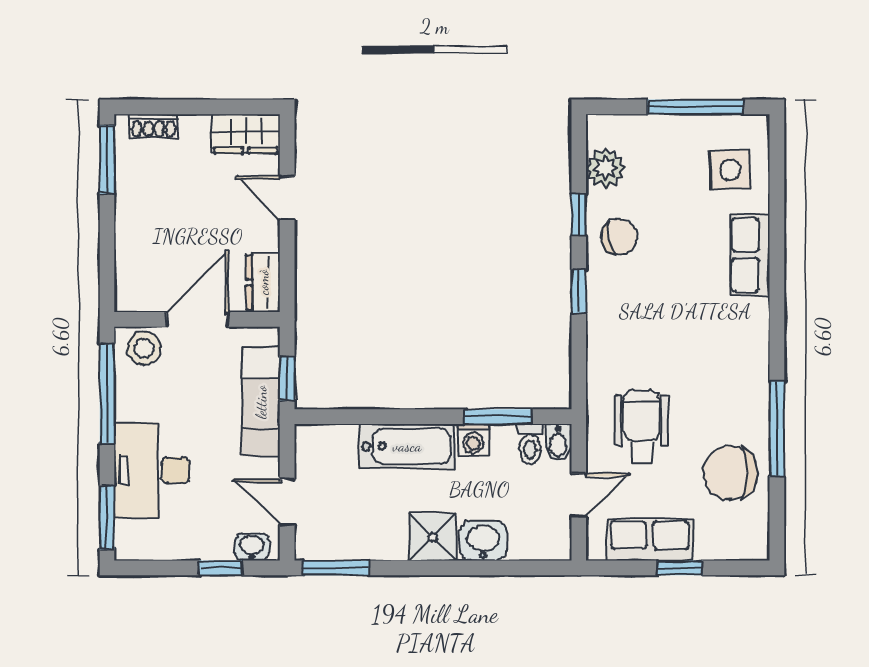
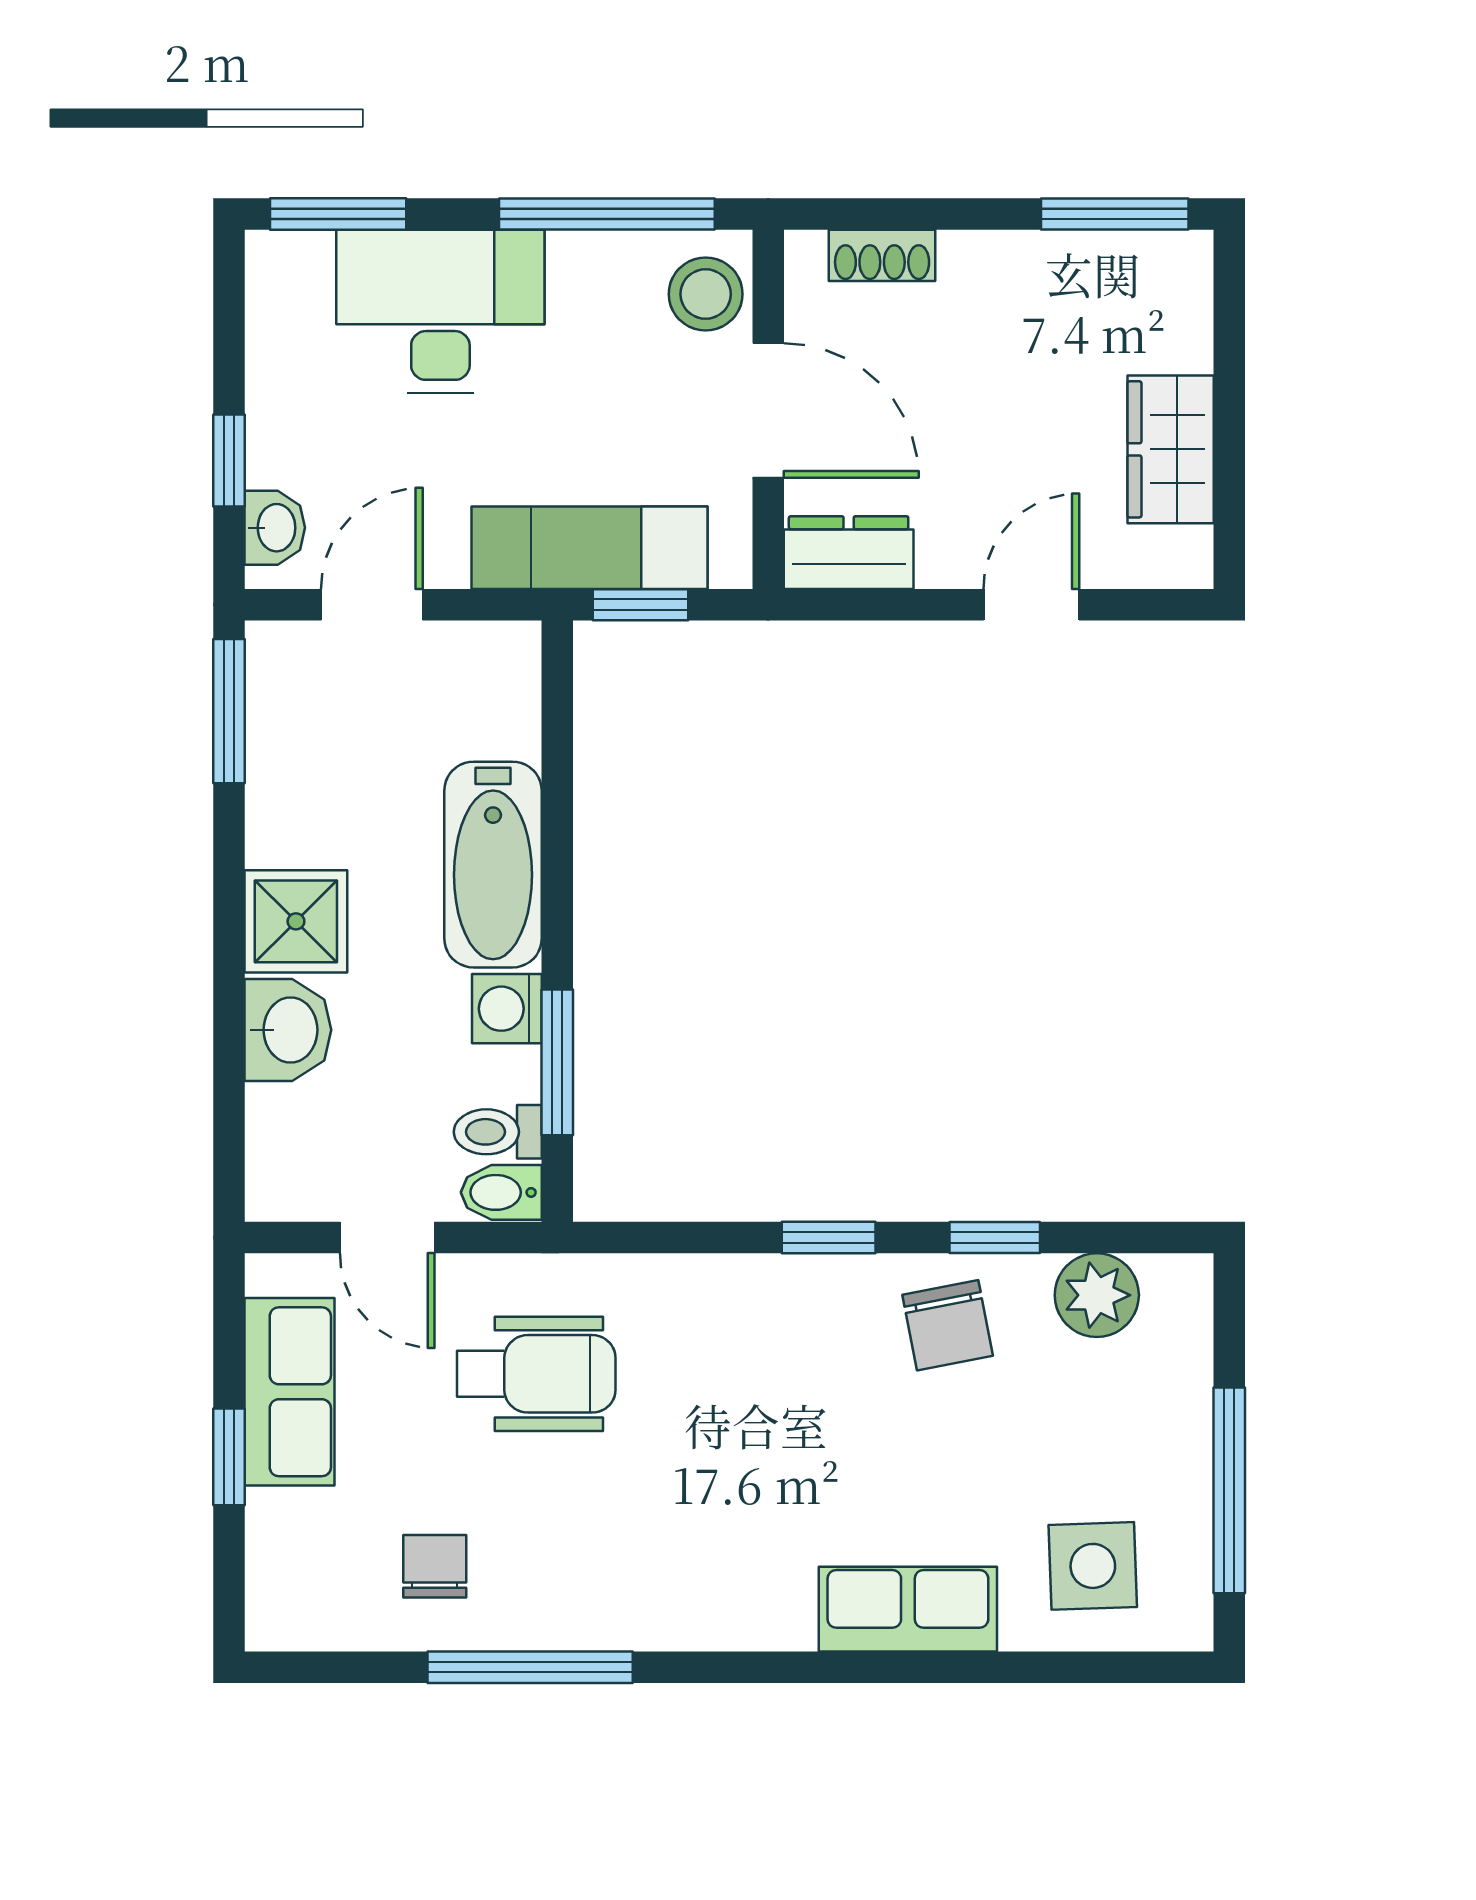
shoe rack: (154, 126) -> (882, 255), moved, turned -90
wardrobe: (246, 134) -> (1171, 449), moved
chair: (730, 473) -> (435, 1566), width x0.54, depth x0.54

